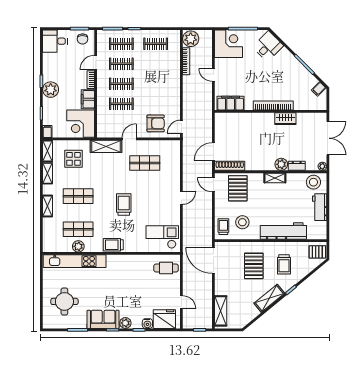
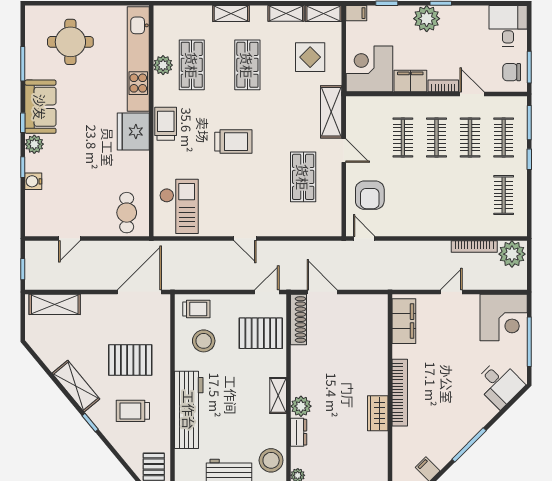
fridge: (164, 319) -> (133, 132), moved, turned 180

